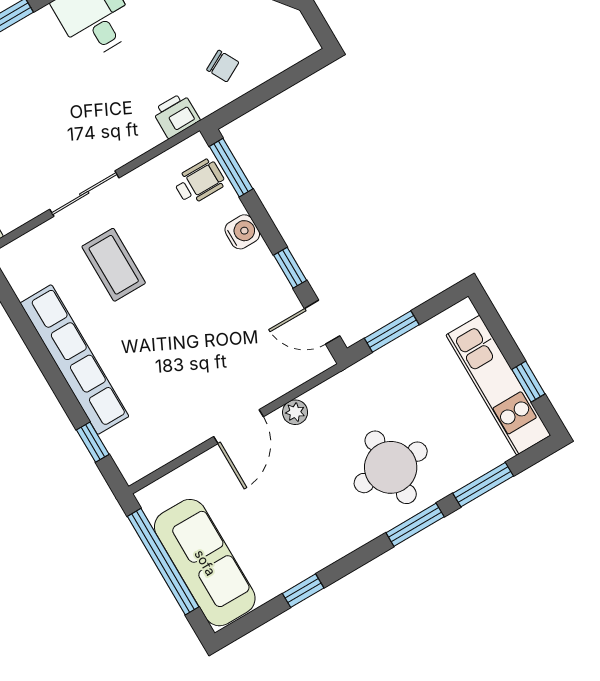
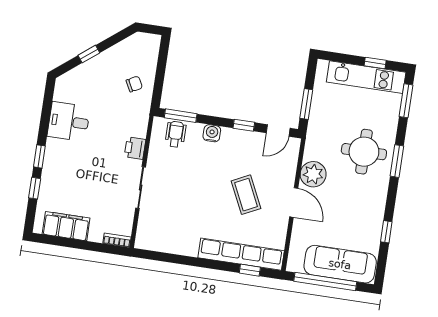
printer: (176, 115) -> (135, 148), moved
coffee table: (114, 265) -> (246, 195), moved, turned 64
row of seats: (75, 360) -> (241, 254), moved
plant: (295, 412) -> (313, 174), width x1.88, depth x1.88
window: (483, 485) -> (406, 101), moved

